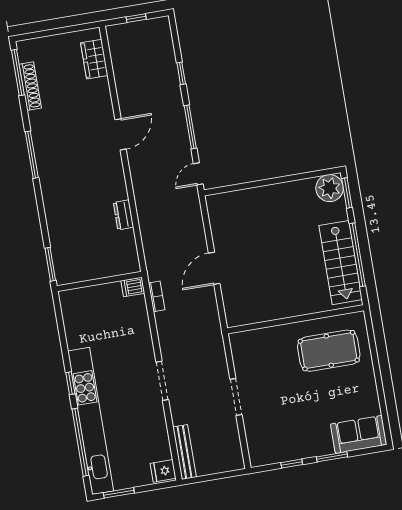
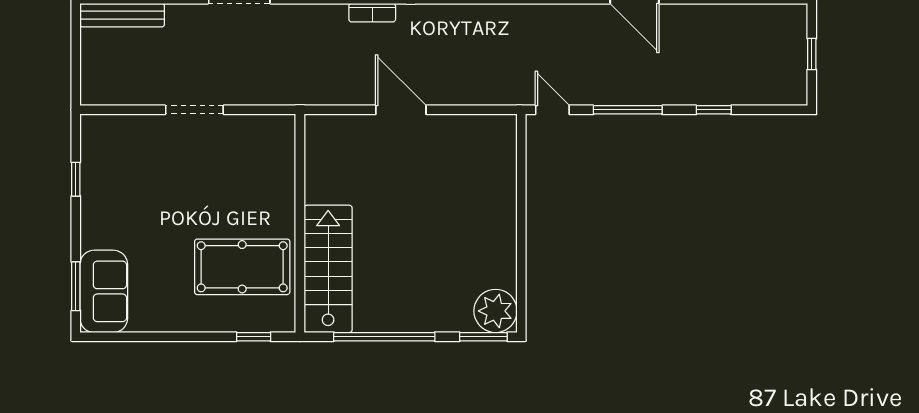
stairs: (341, 263) -> (328, 269), moved, turned 90
window: (371, 336) -> (254, 337), added
pool table: (329, 351) -> (242, 267), turned 90
window: (332, 457) -> (76, 286), moved

